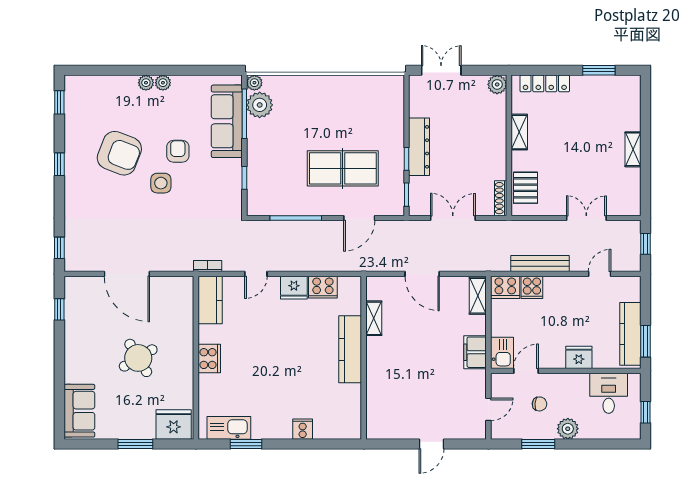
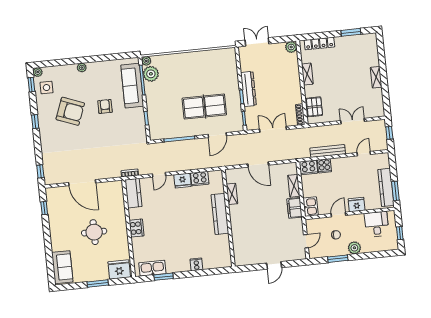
plant: (163, 83) -> (38, 72), moved
side table: (161, 183) -> (47, 88), moved
shelving: (478, 296) -> (294, 186), moved
round table: (138, 358) -> (94, 232), turned 31
door: (526, 371) -> (338, 215), moved

